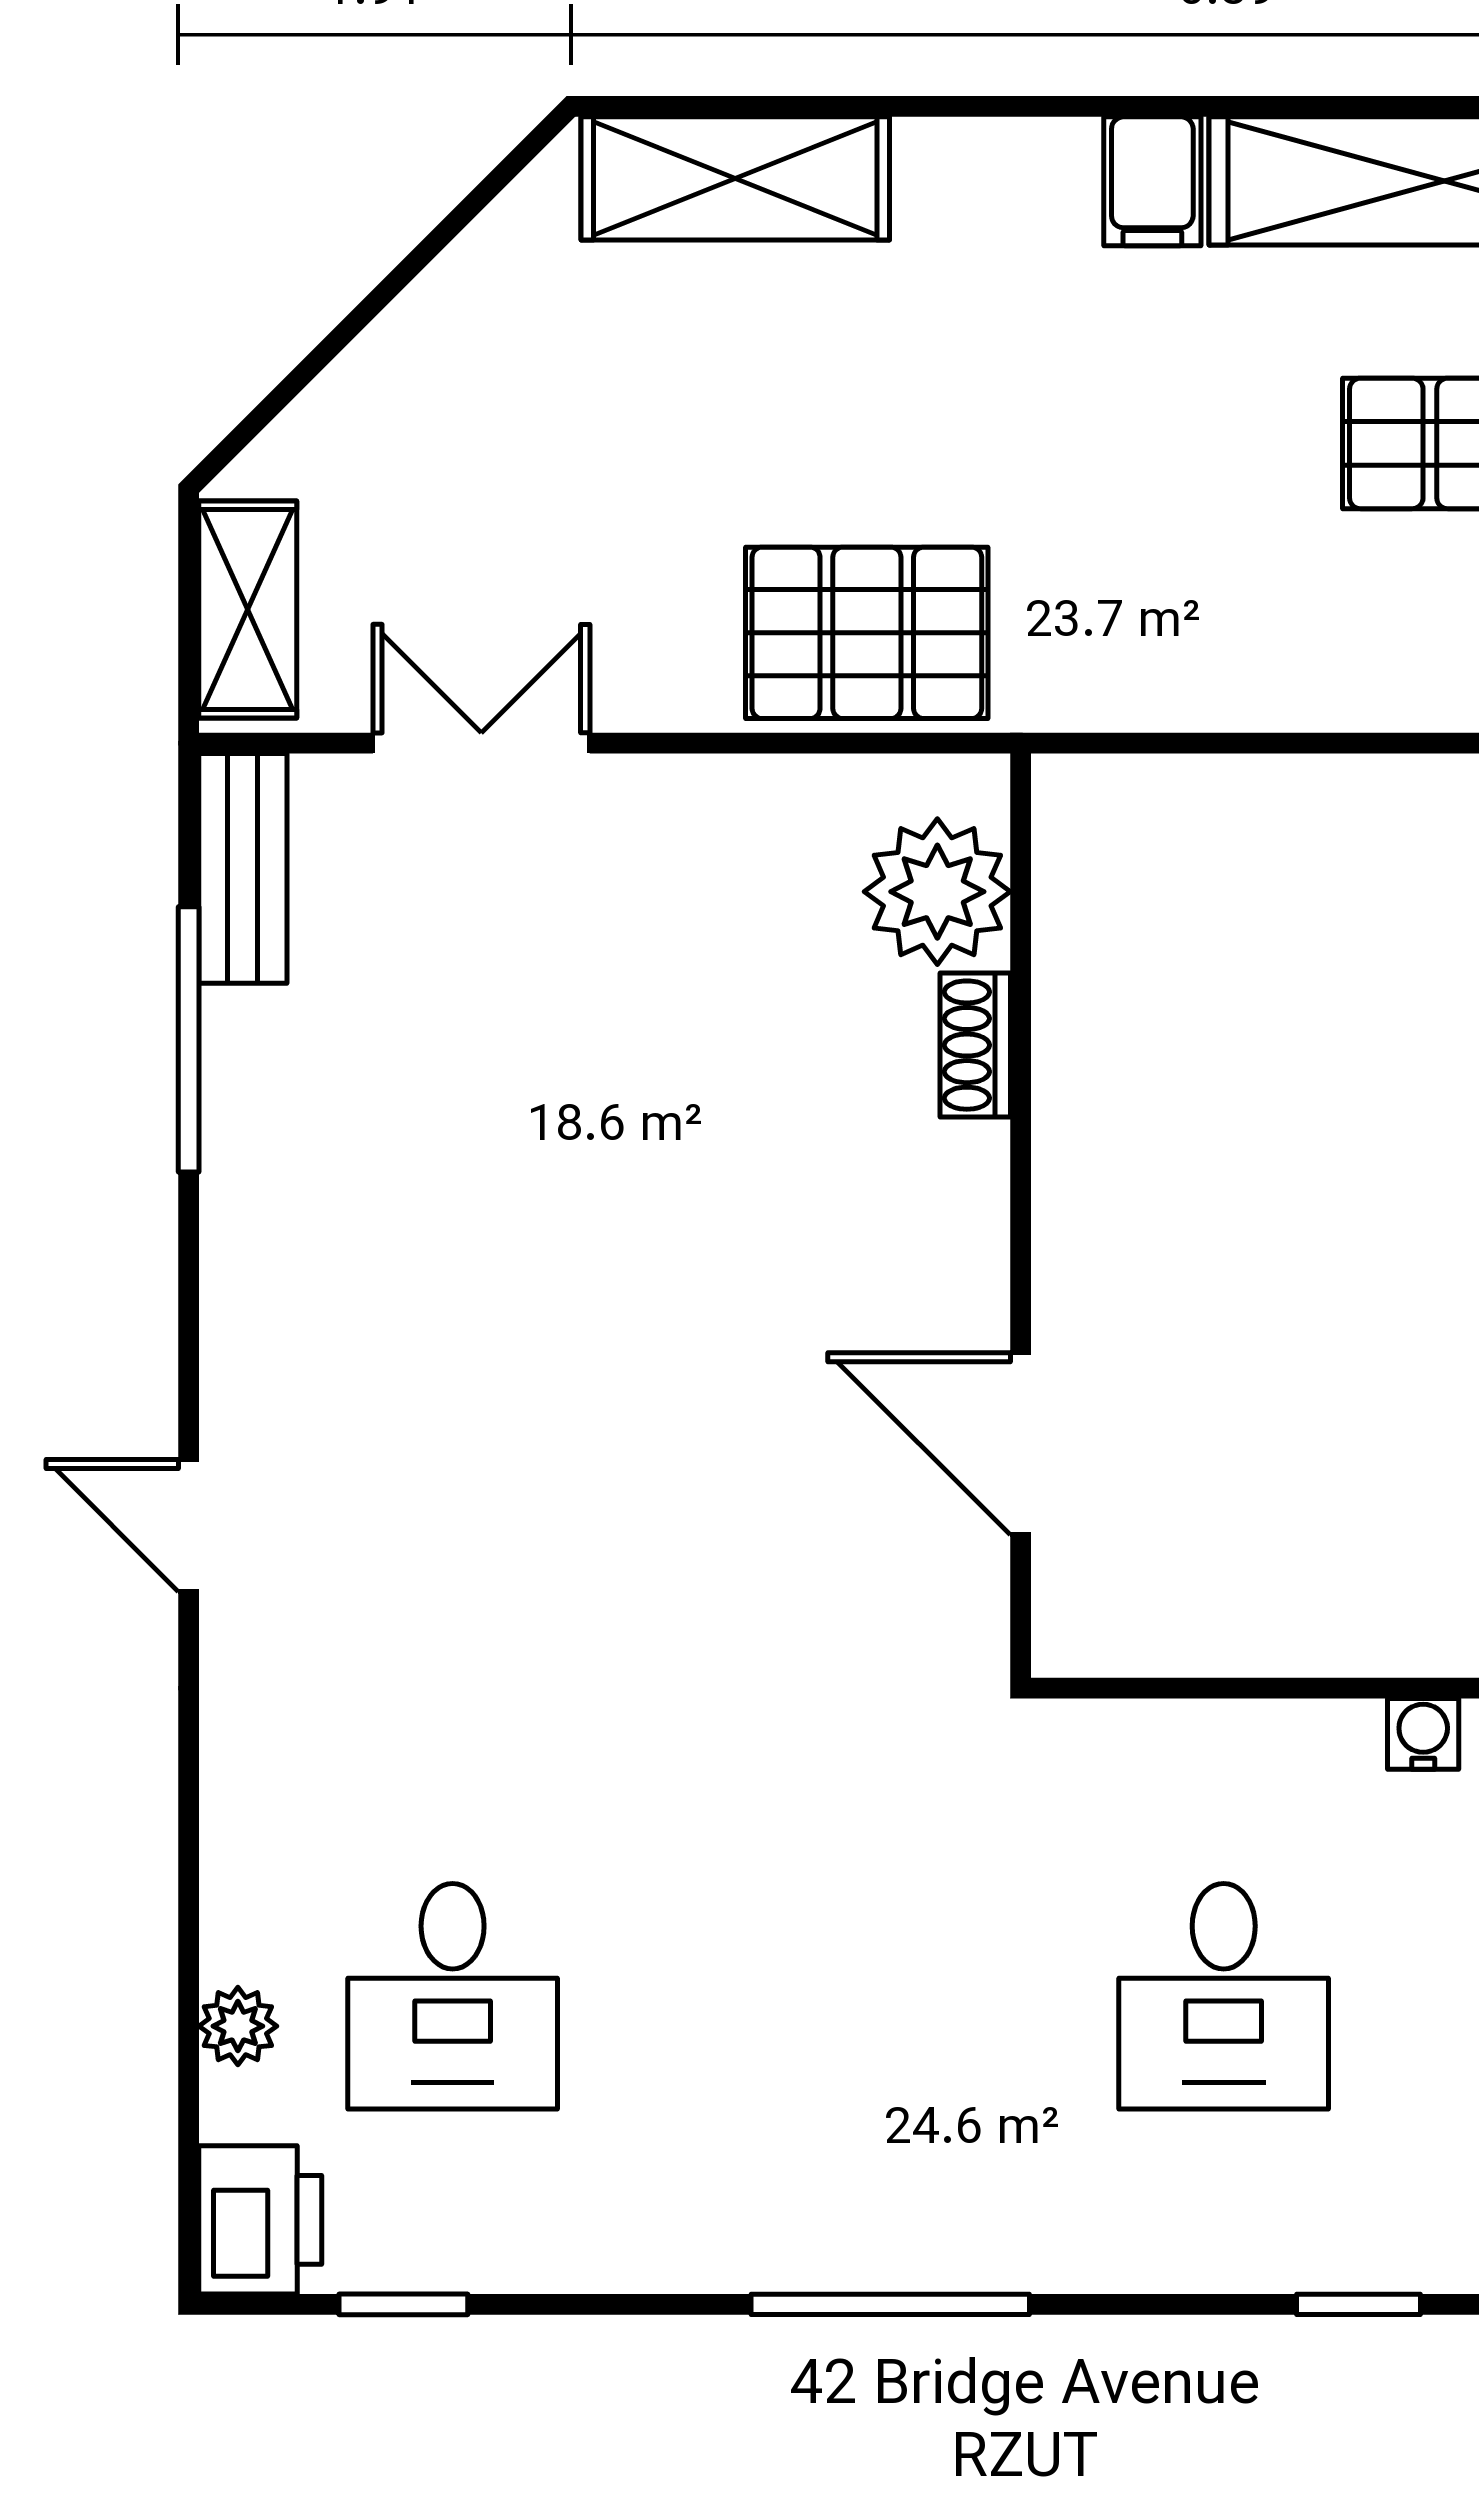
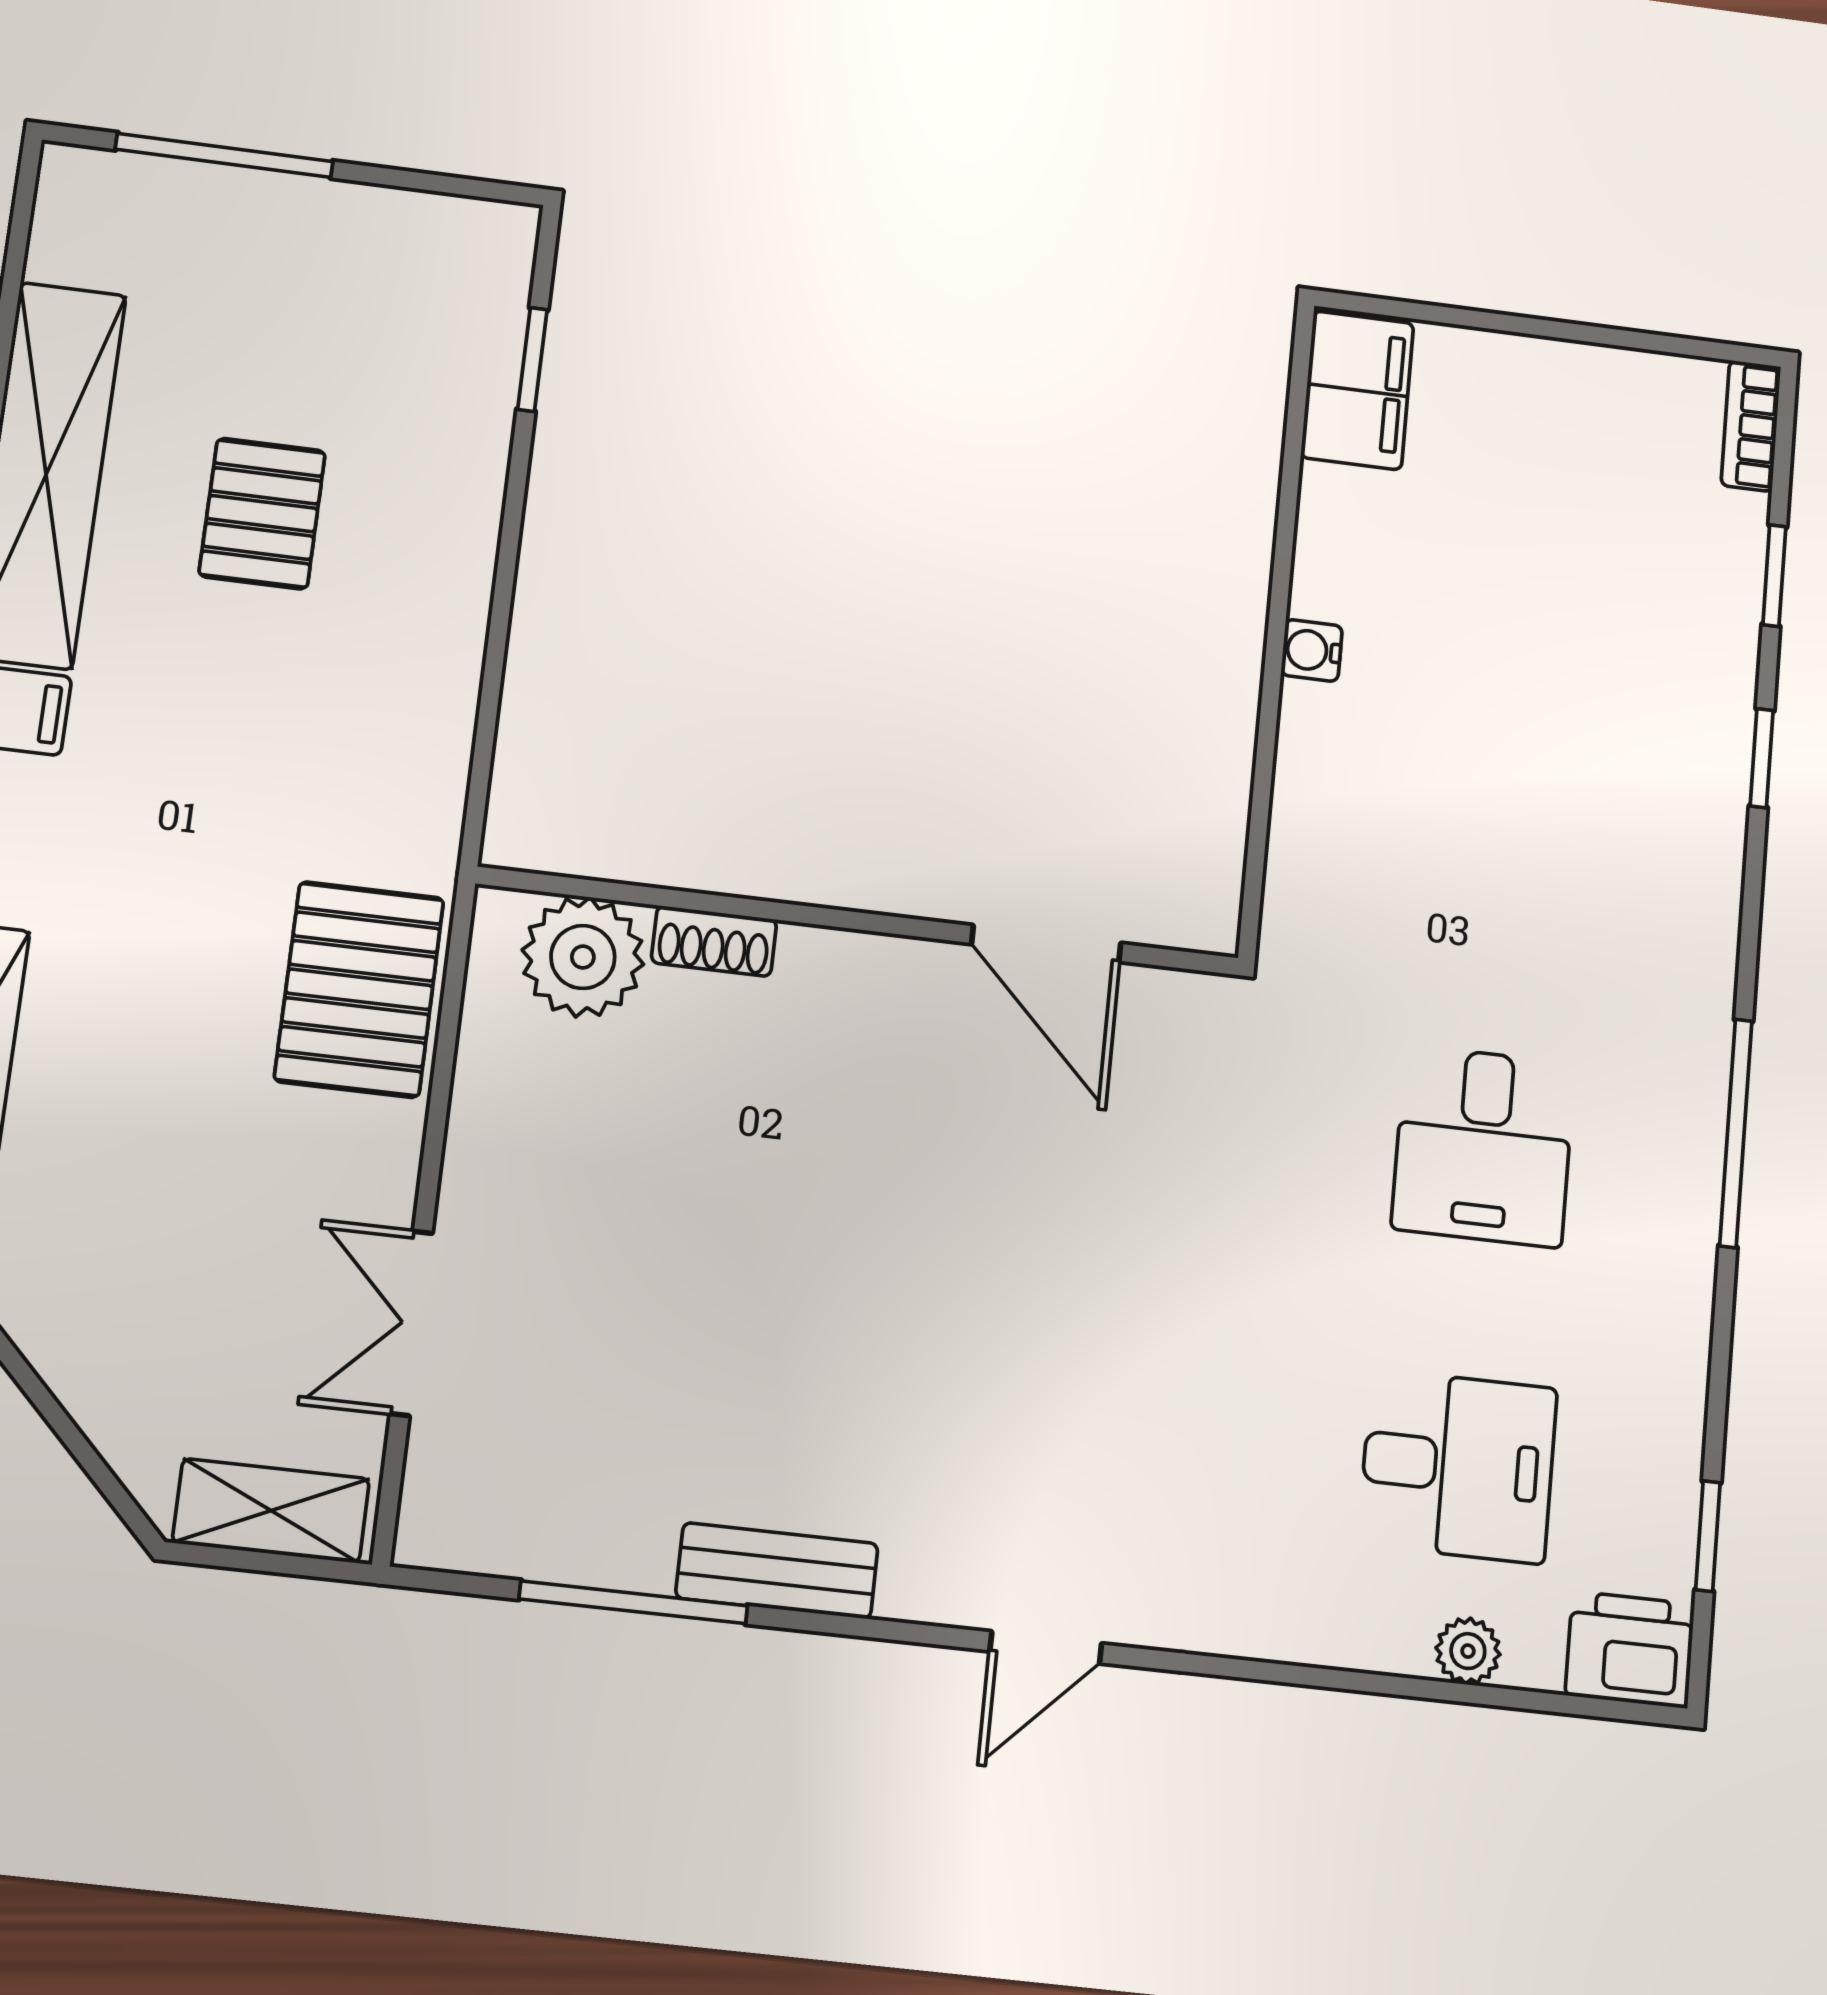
bench: (243, 868) -> (777, 1571), moved
door: (1021, 1444) -> (1046, 944), hinge flipped
desk: (1224, 1996) -> (1483, 1146), moved, turned 90

